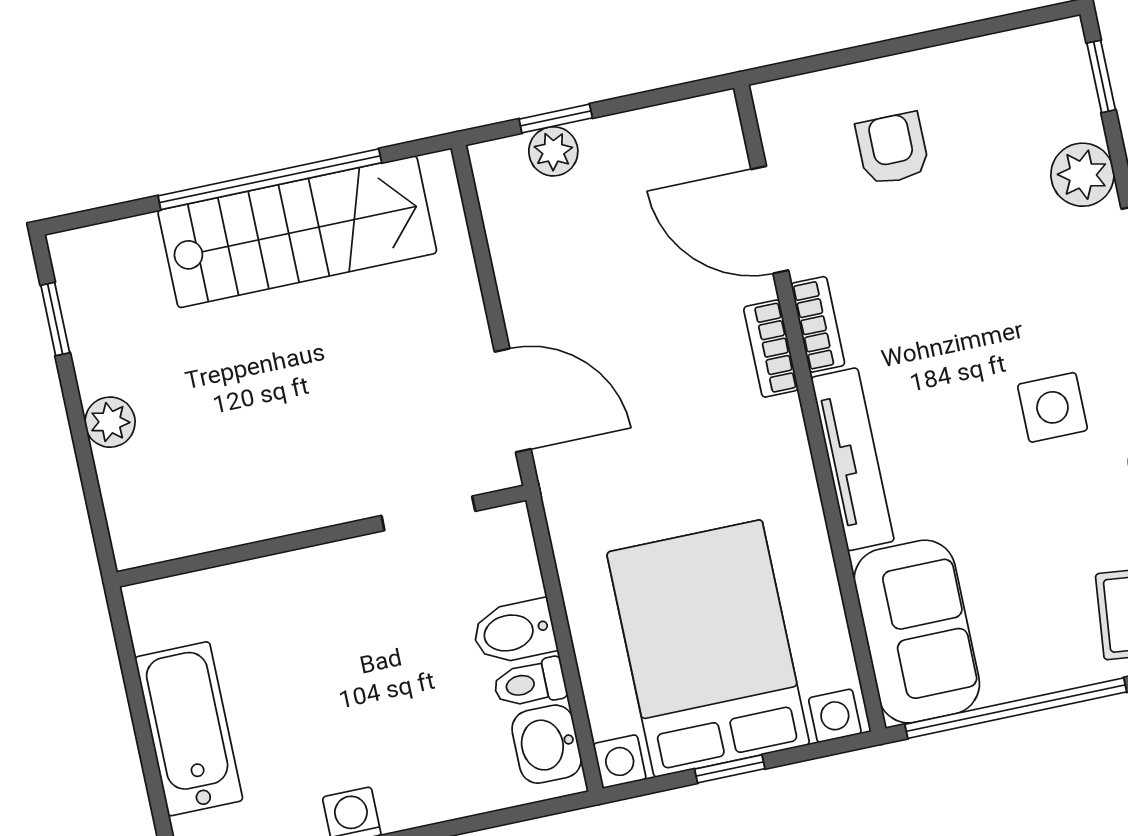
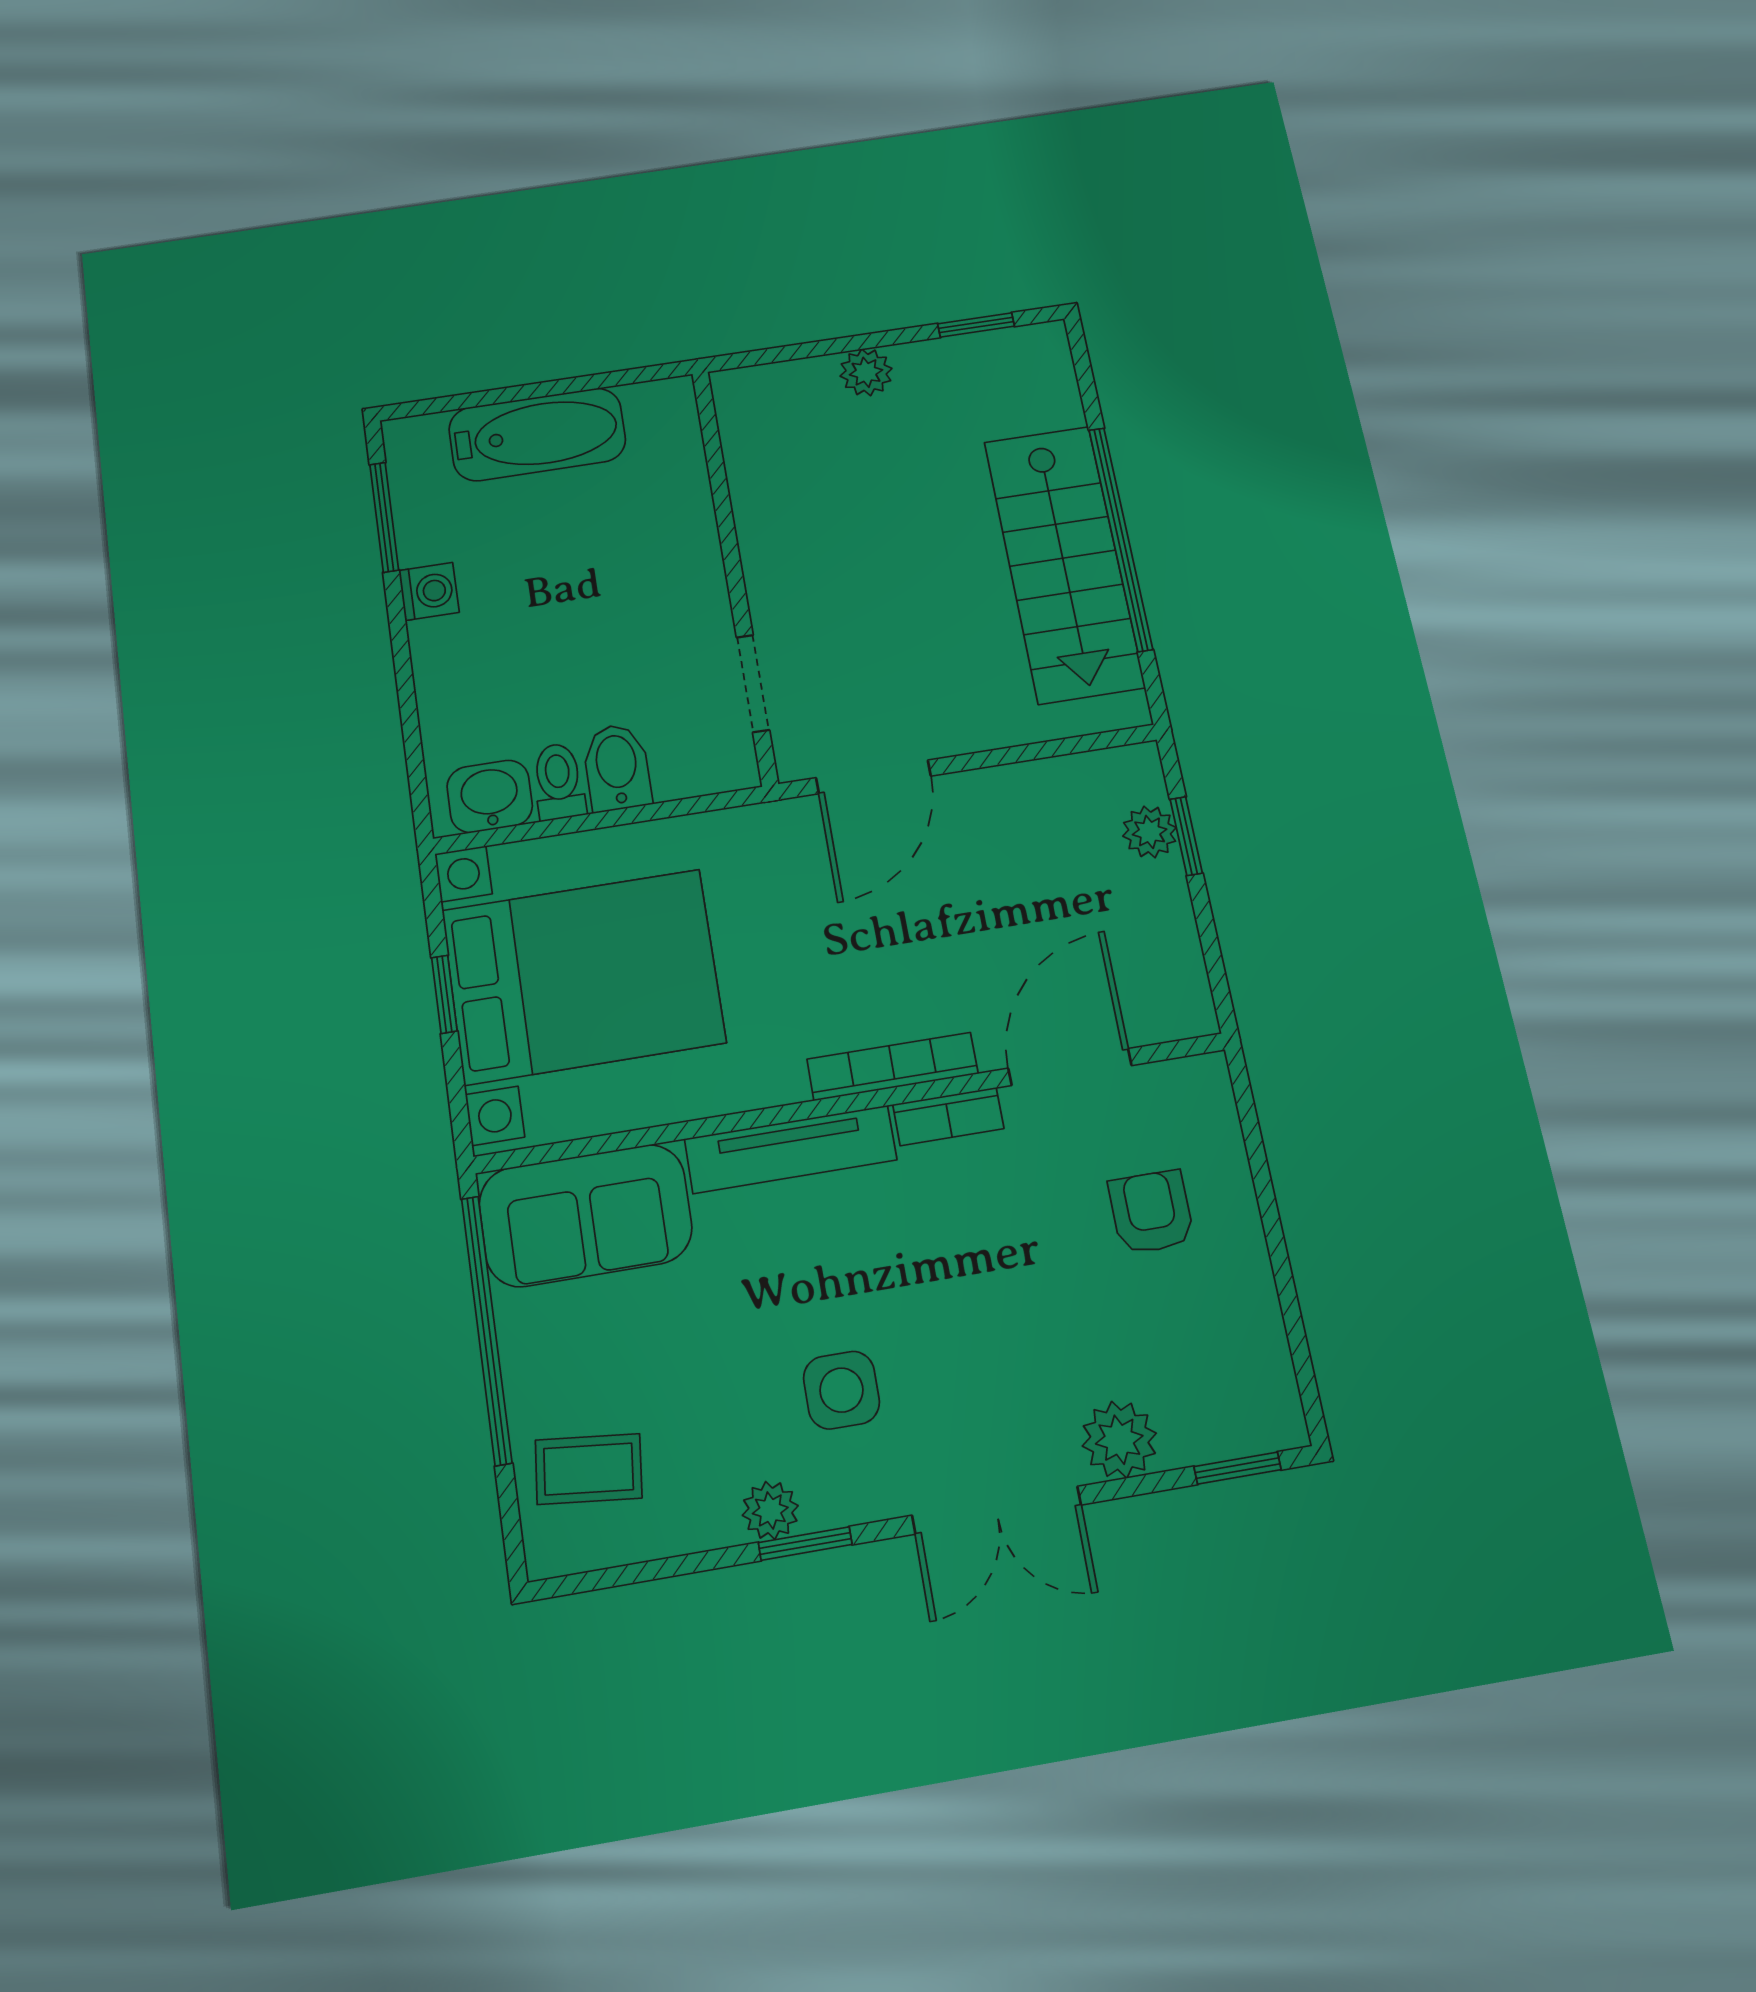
armchair: (892, 149) -> (1151, 1212), turned -90
bookcase: (771, 349) -> (892, 1067), width x1.56

